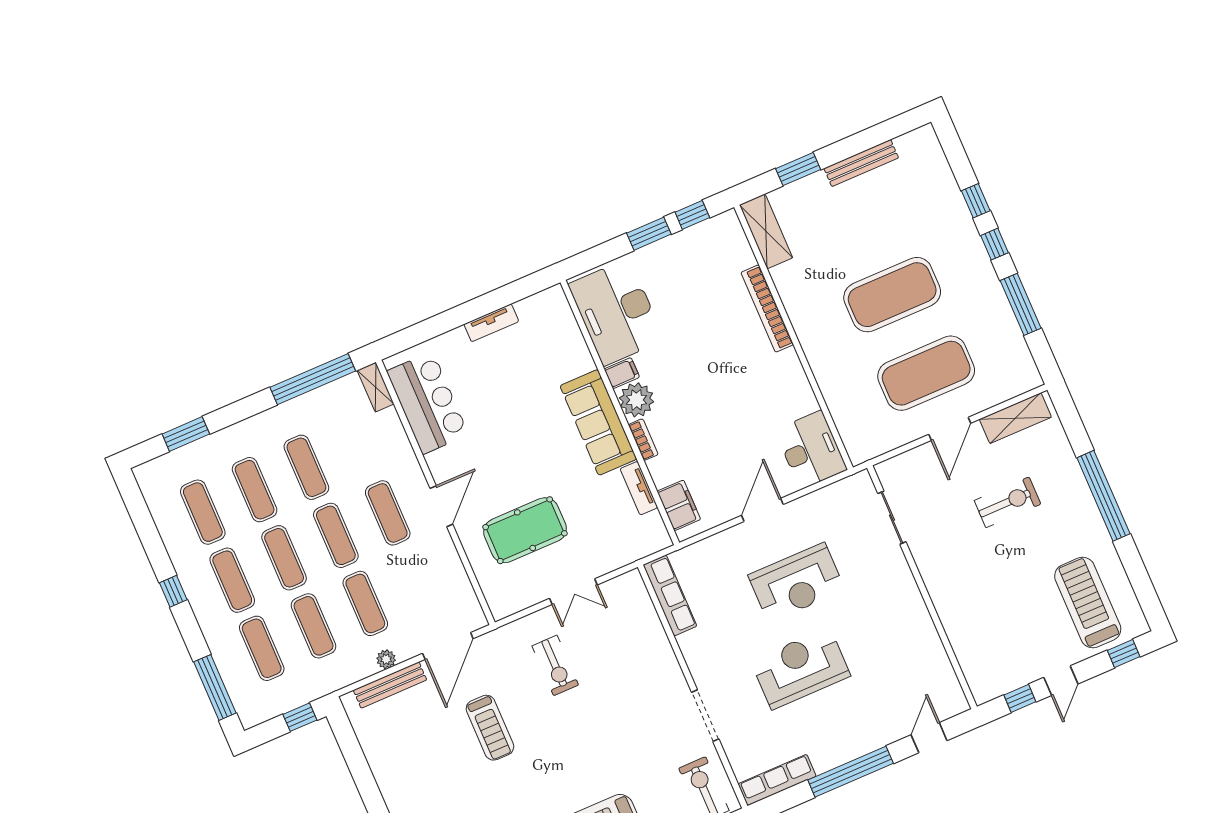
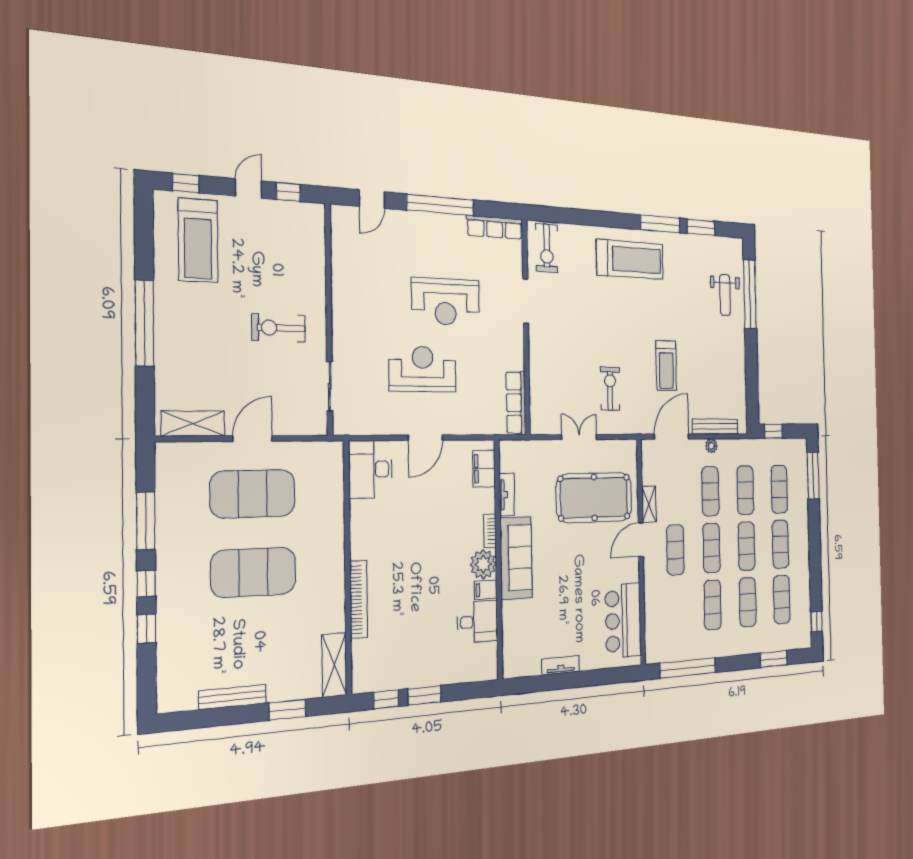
desk: (616, 312) -> (477, 622), width x0.53, depth x0.77
shelving: (376, 387) -> (649, 504), moved
exercise bike: (1008, 502) -> (279, 328), moved
pool table: (525, 530) -> (594, 498), width x1.36, depth x1.32
window: (173, 591) -> (816, 622), moved
treadmill: (490, 728) -> (666, 366), turned 180

